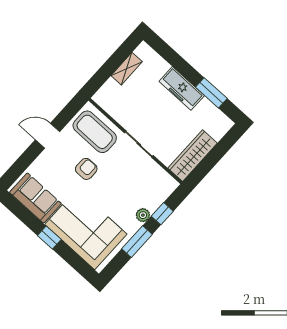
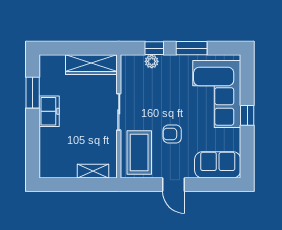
shelving: (127, 69) -> (93, 171), moved
freezer: (182, 88) -> (49, 111), width x0.71
sofa: (35, 198) -> (218, 165), moved, turned 90
plant: (143, 215) -> (152, 61), moved

